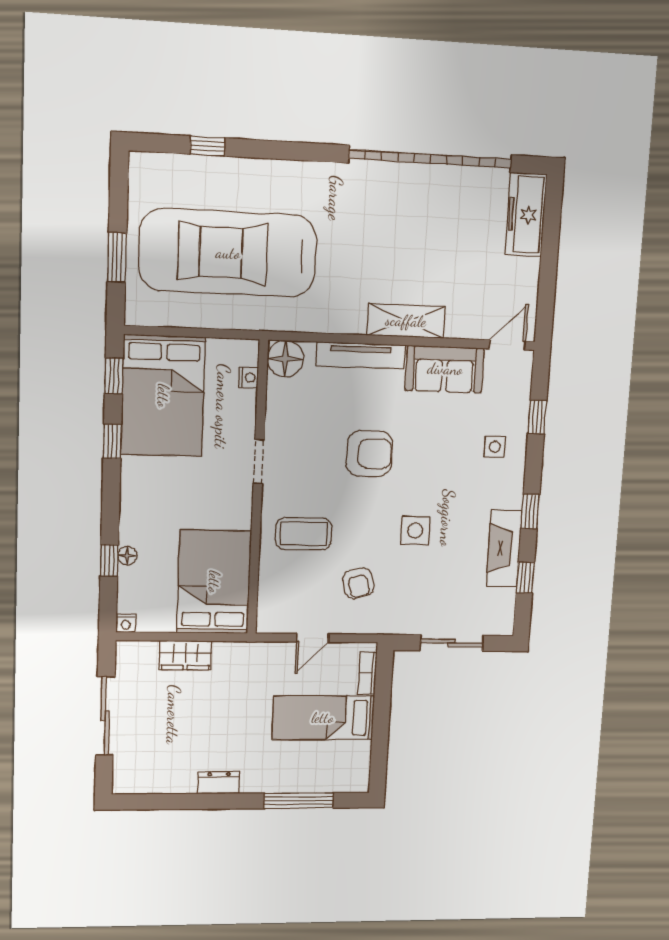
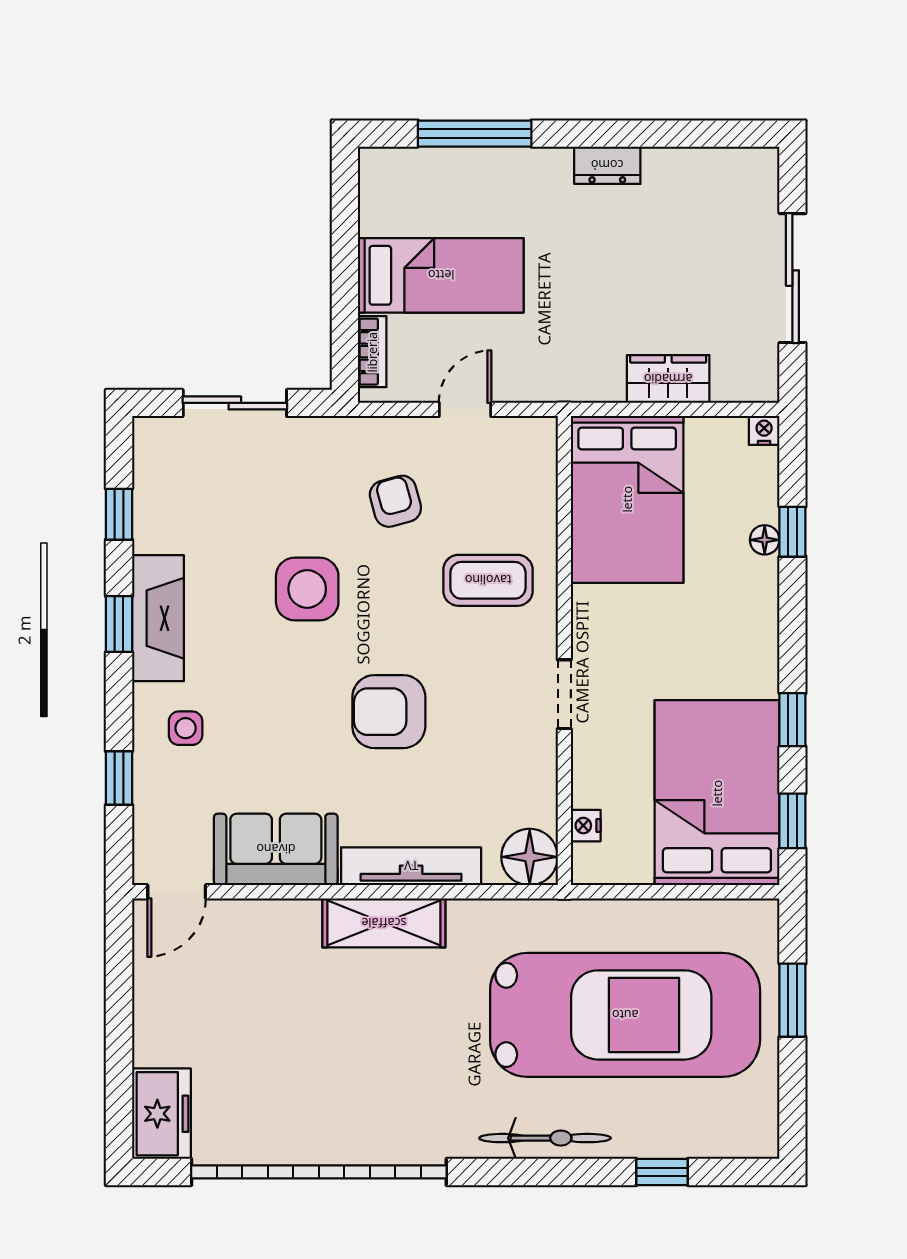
bicycle: (284, 173) -> (545, 1138), added
freezer: (526, 215) -> (161, 1114), width x0.71
shelving: (406, 321) -> (384, 923), moved
side table: (415, 531) -> (307, 589), width x1.37, depth x1.37
fireplace: (504, 548) -> (158, 618), moved

